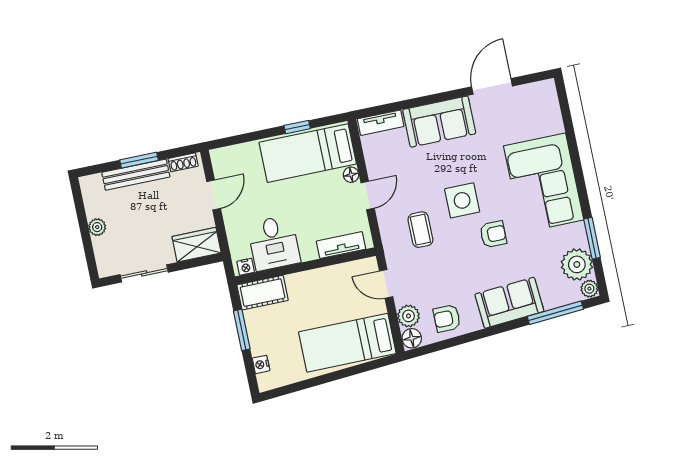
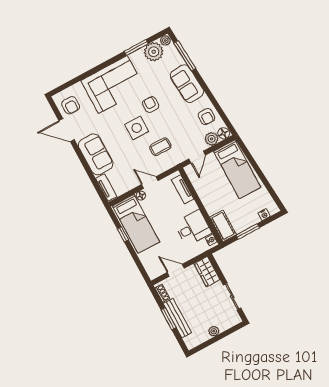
armchair: (530, 105) -> (71, 105), added

